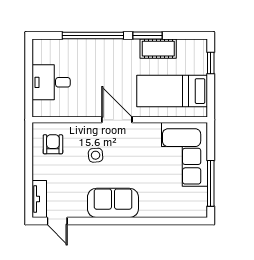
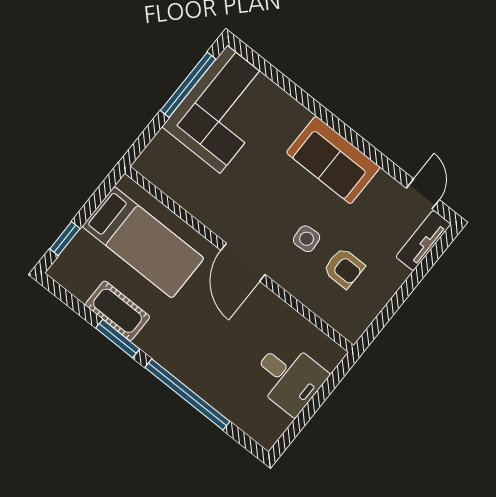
armchair: (53, 144) -> (344, 268), moved, turned -90
corner sofa: (185, 154) -> (224, 109), moved

